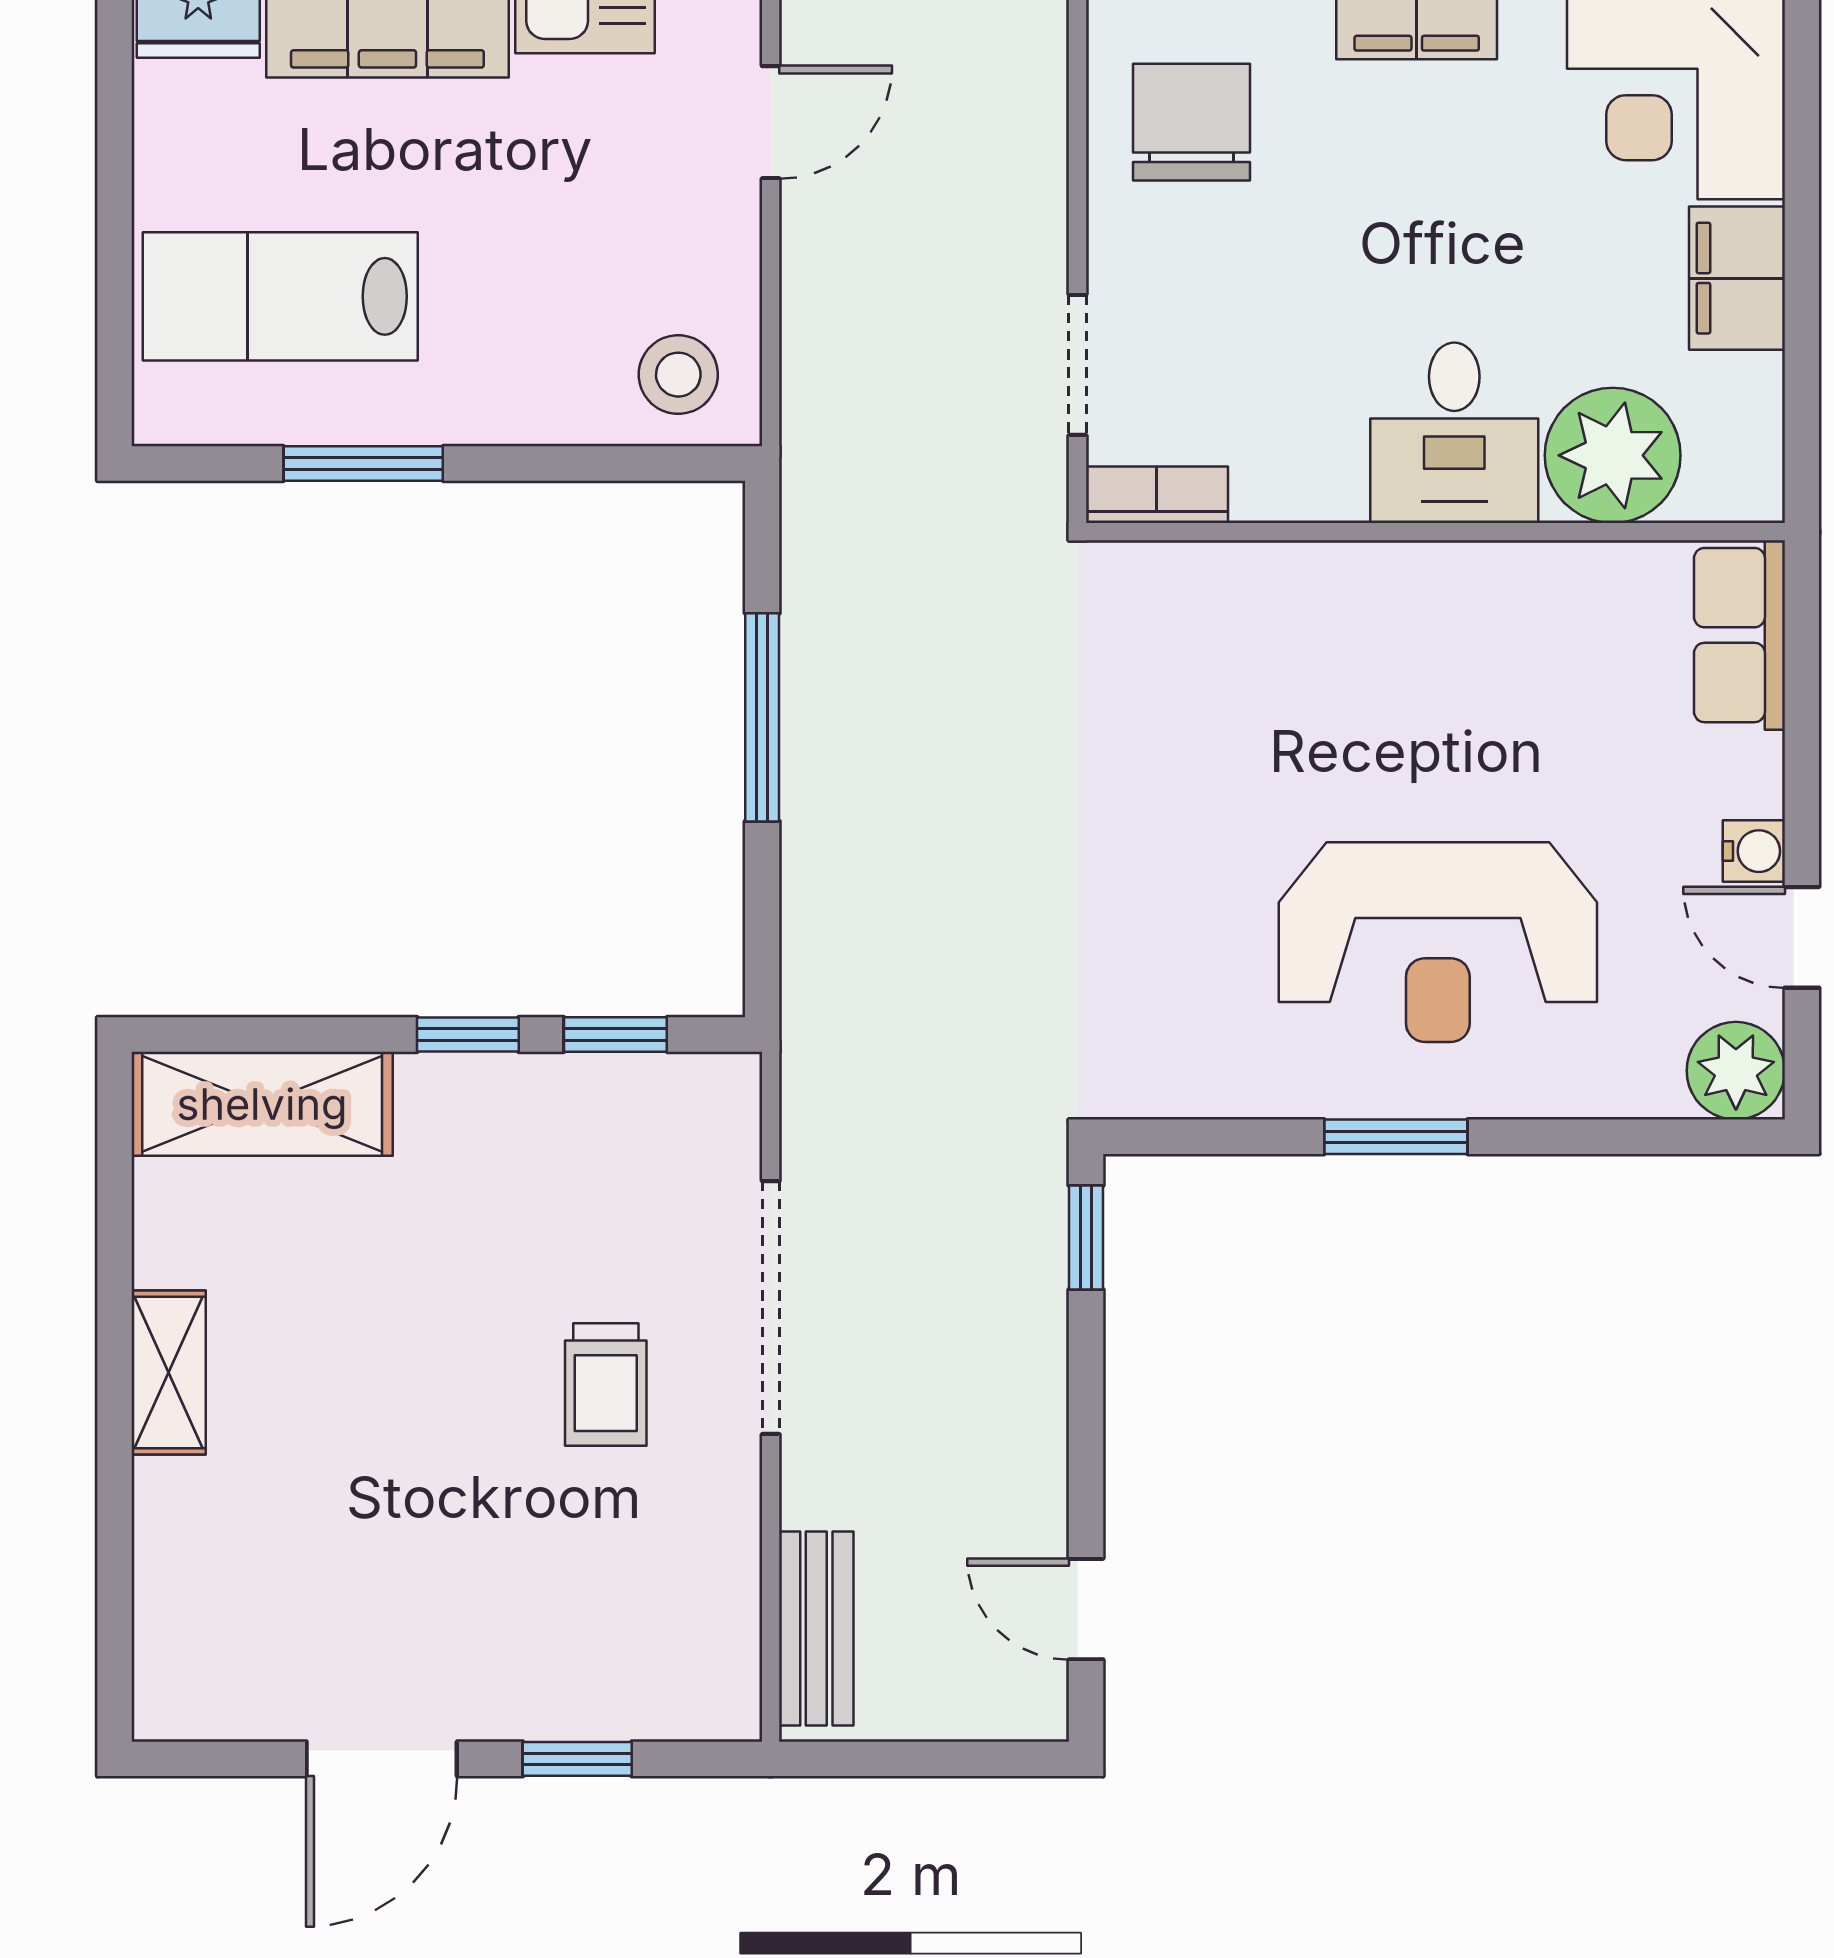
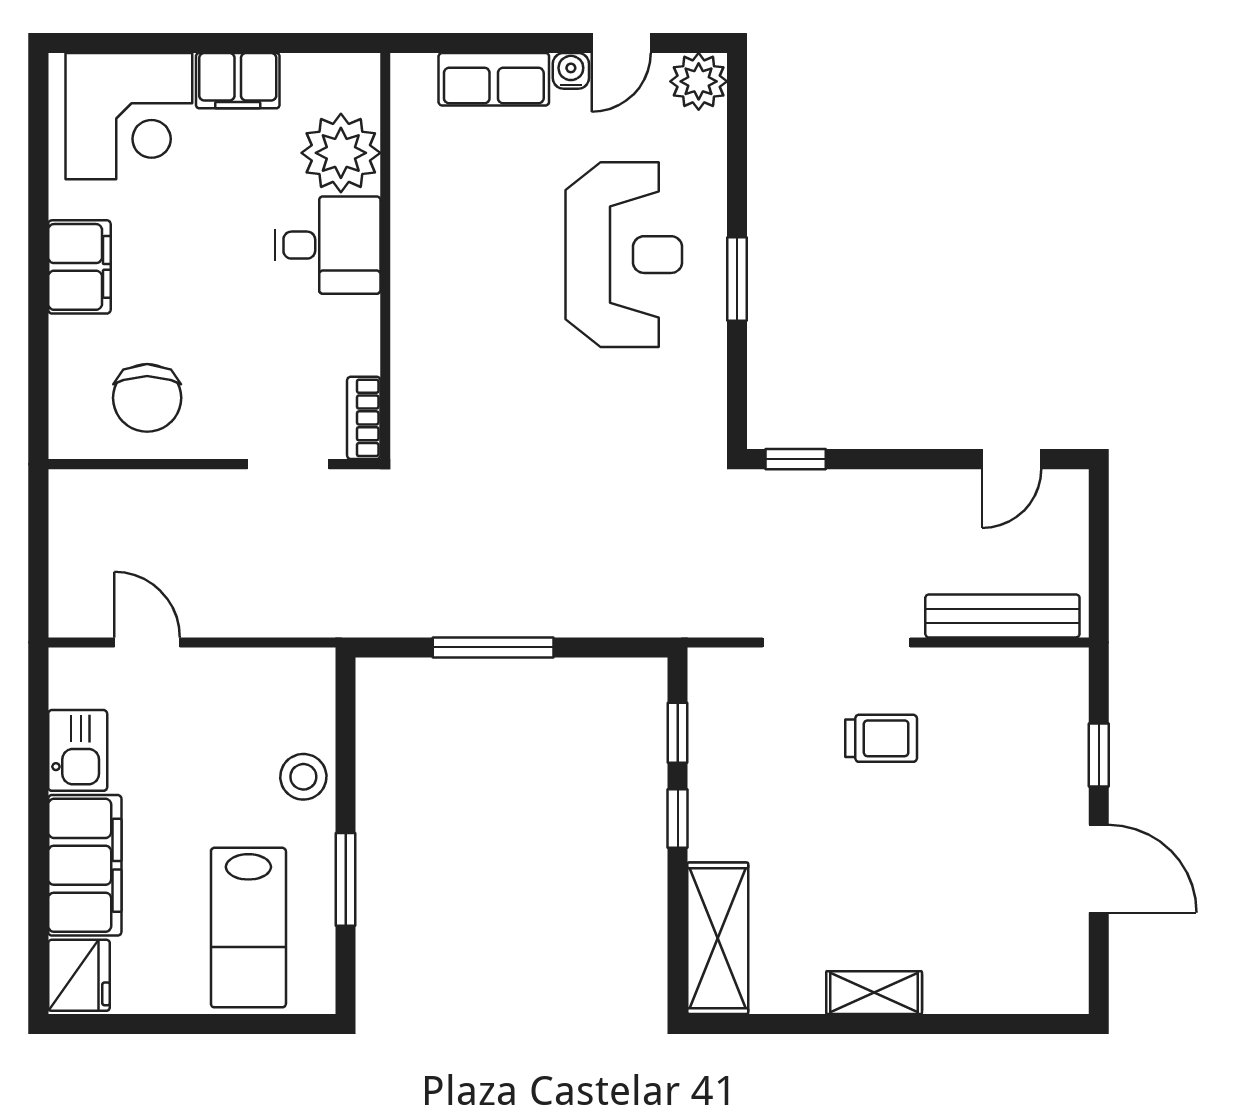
chair: (1191, 122) -> (147, 398), turned -90
stool: (678, 375) -> (303, 777), moved
row of seats: (1739, 635) -> (494, 79), moved
bench: (816, 1629) -> (1002, 616), width x1.36

